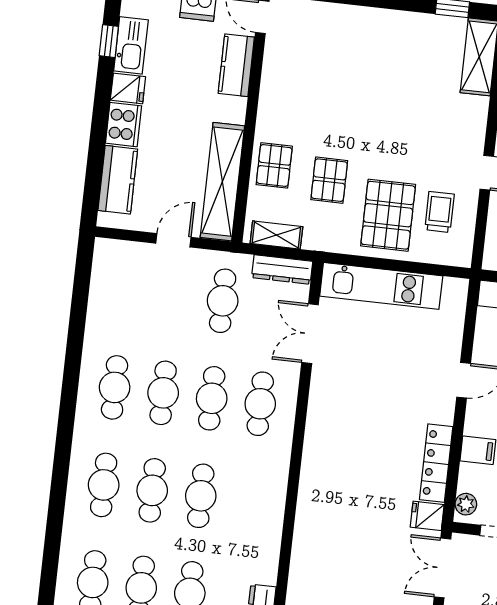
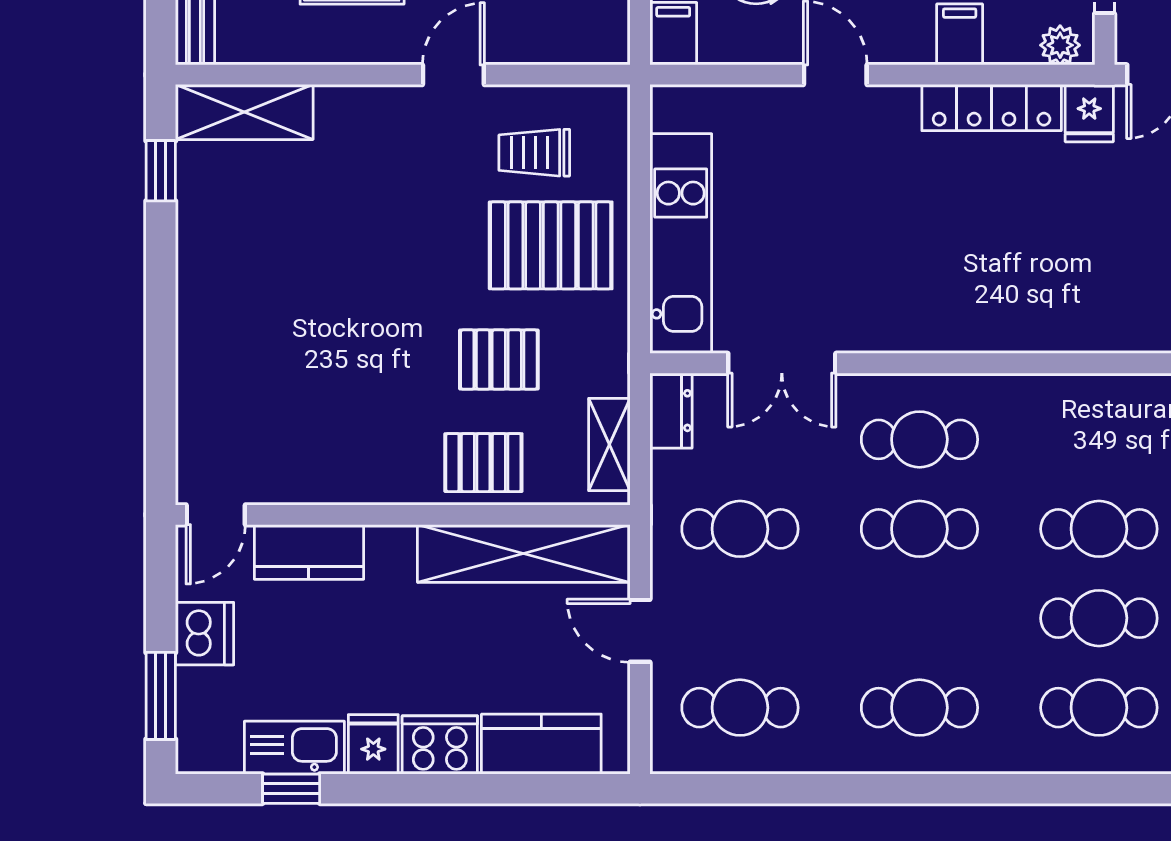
dresser: (282, 269) -> (671, 411), width x0.70
cafe table: (163, 393) -> (740, 708), moved

